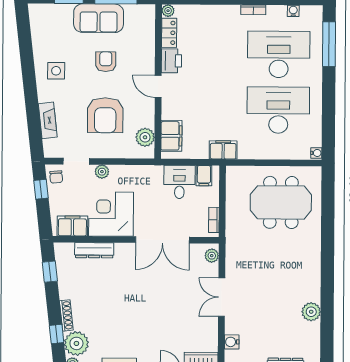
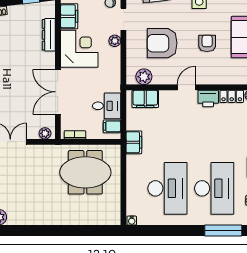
armchair: (106, 62) -> (207, 43), turned -90
meeting table: (281, 202) -> (85, 172), moved, turned 90

